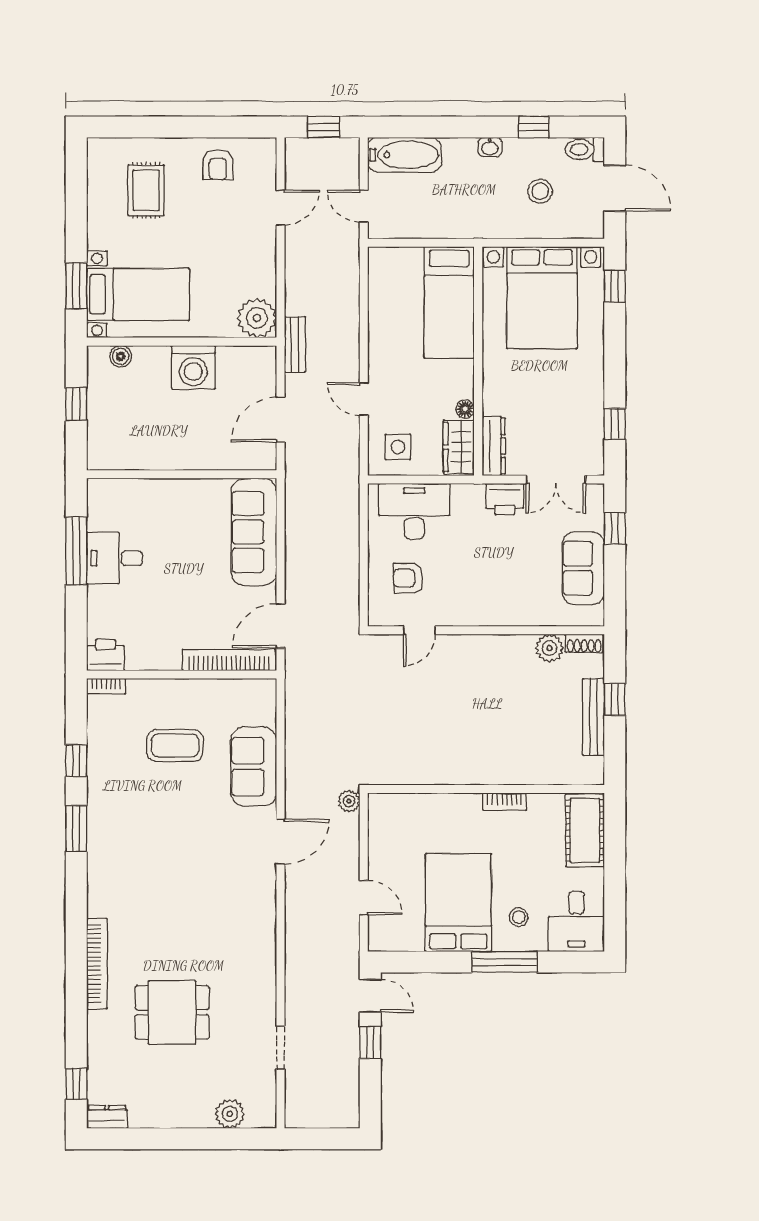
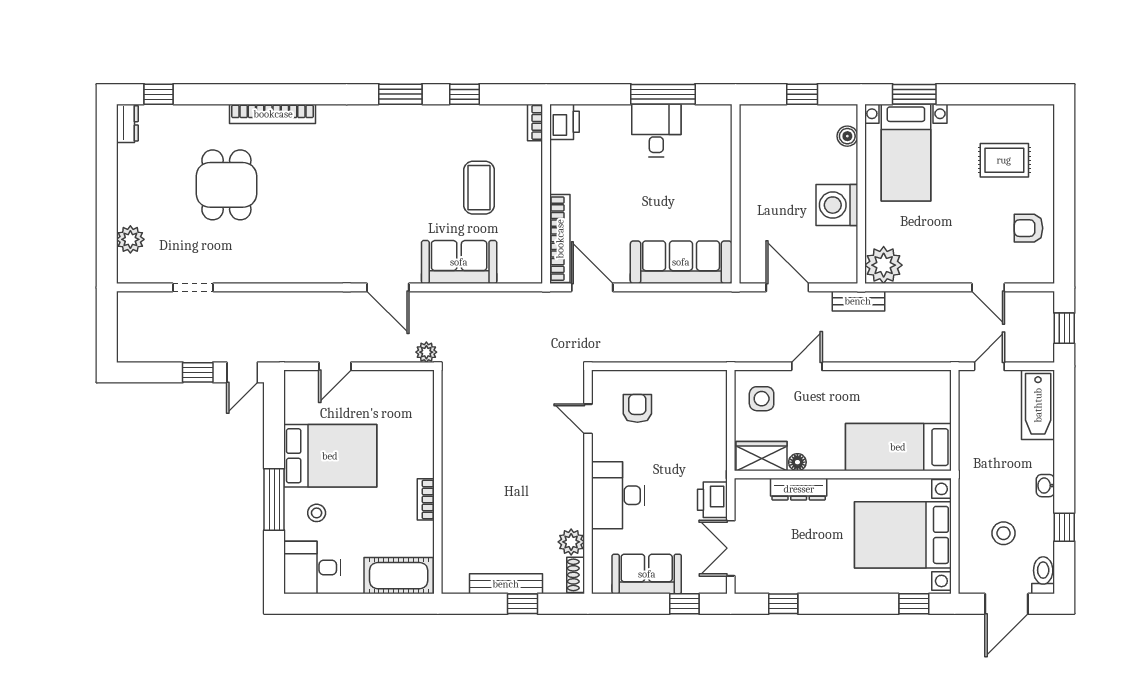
dresser: (494, 446) -> (799, 489), moved
desk: (414, 511) -> (618, 495), moved, turned 180

